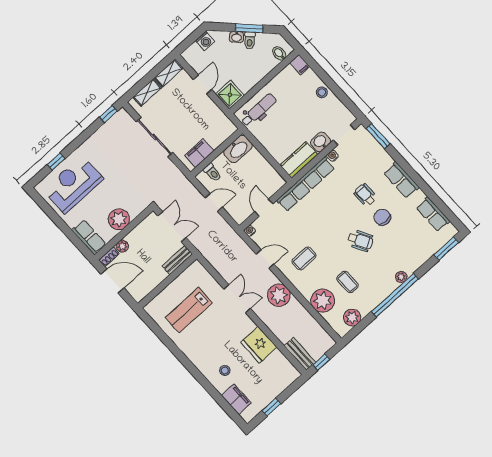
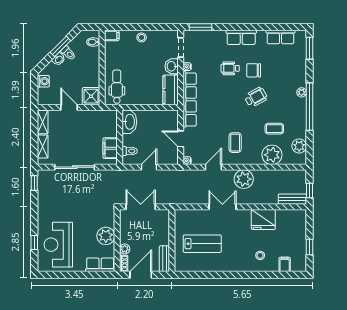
bench: (177, 260) -> (164, 259), moved
lab bench: (189, 310) -> (202, 244), turned -90
filing cabinet: (236, 399) -> (285, 264), width x0.50

